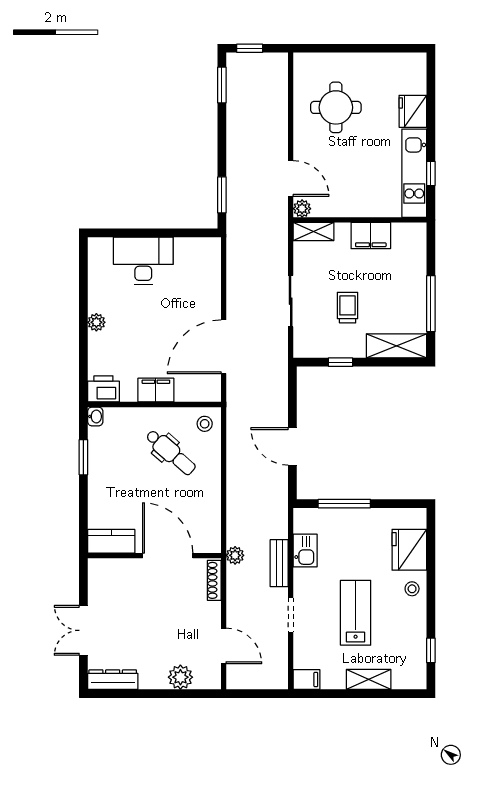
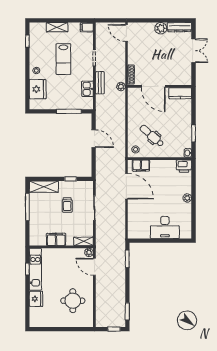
door: (224, 347) -> (126, 186), hinge flipped
filing cabinet: (156, 390) -> (141, 166), moved
door: (224, 646) -> (126, 33), moved
plant: (180, 677) -> (161, 28), moved

